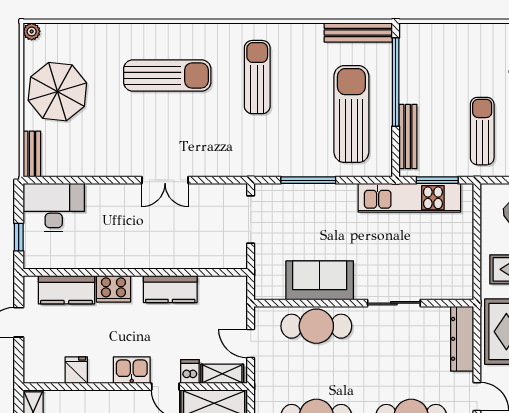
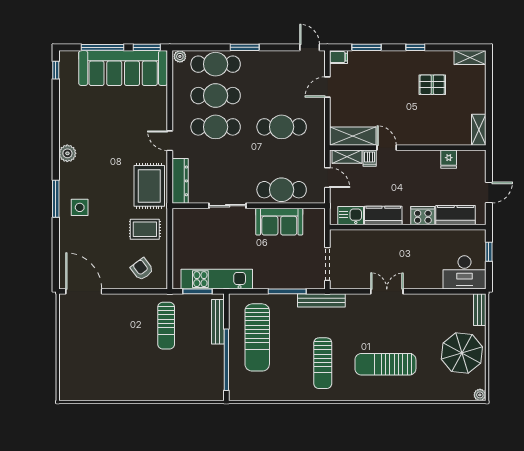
bench: (358, 32) -> (321, 300), moved
kitchen sink: (132, 370) -> (351, 216), moved, turned 180

